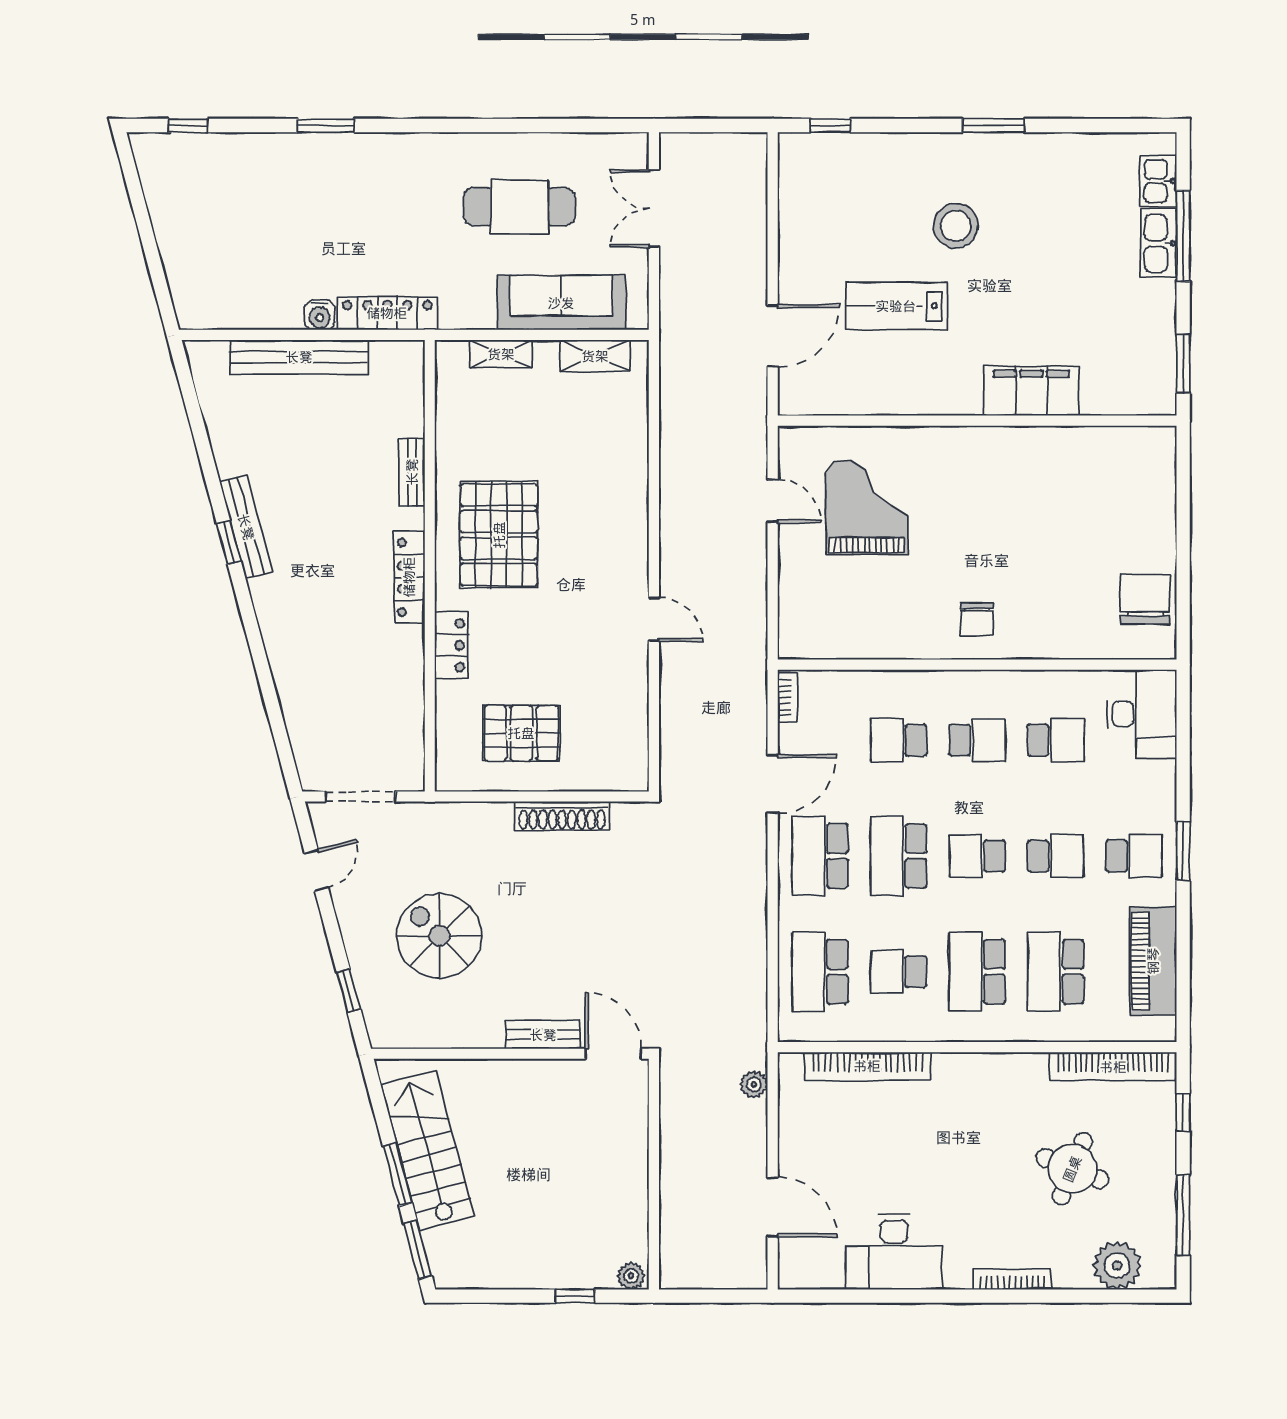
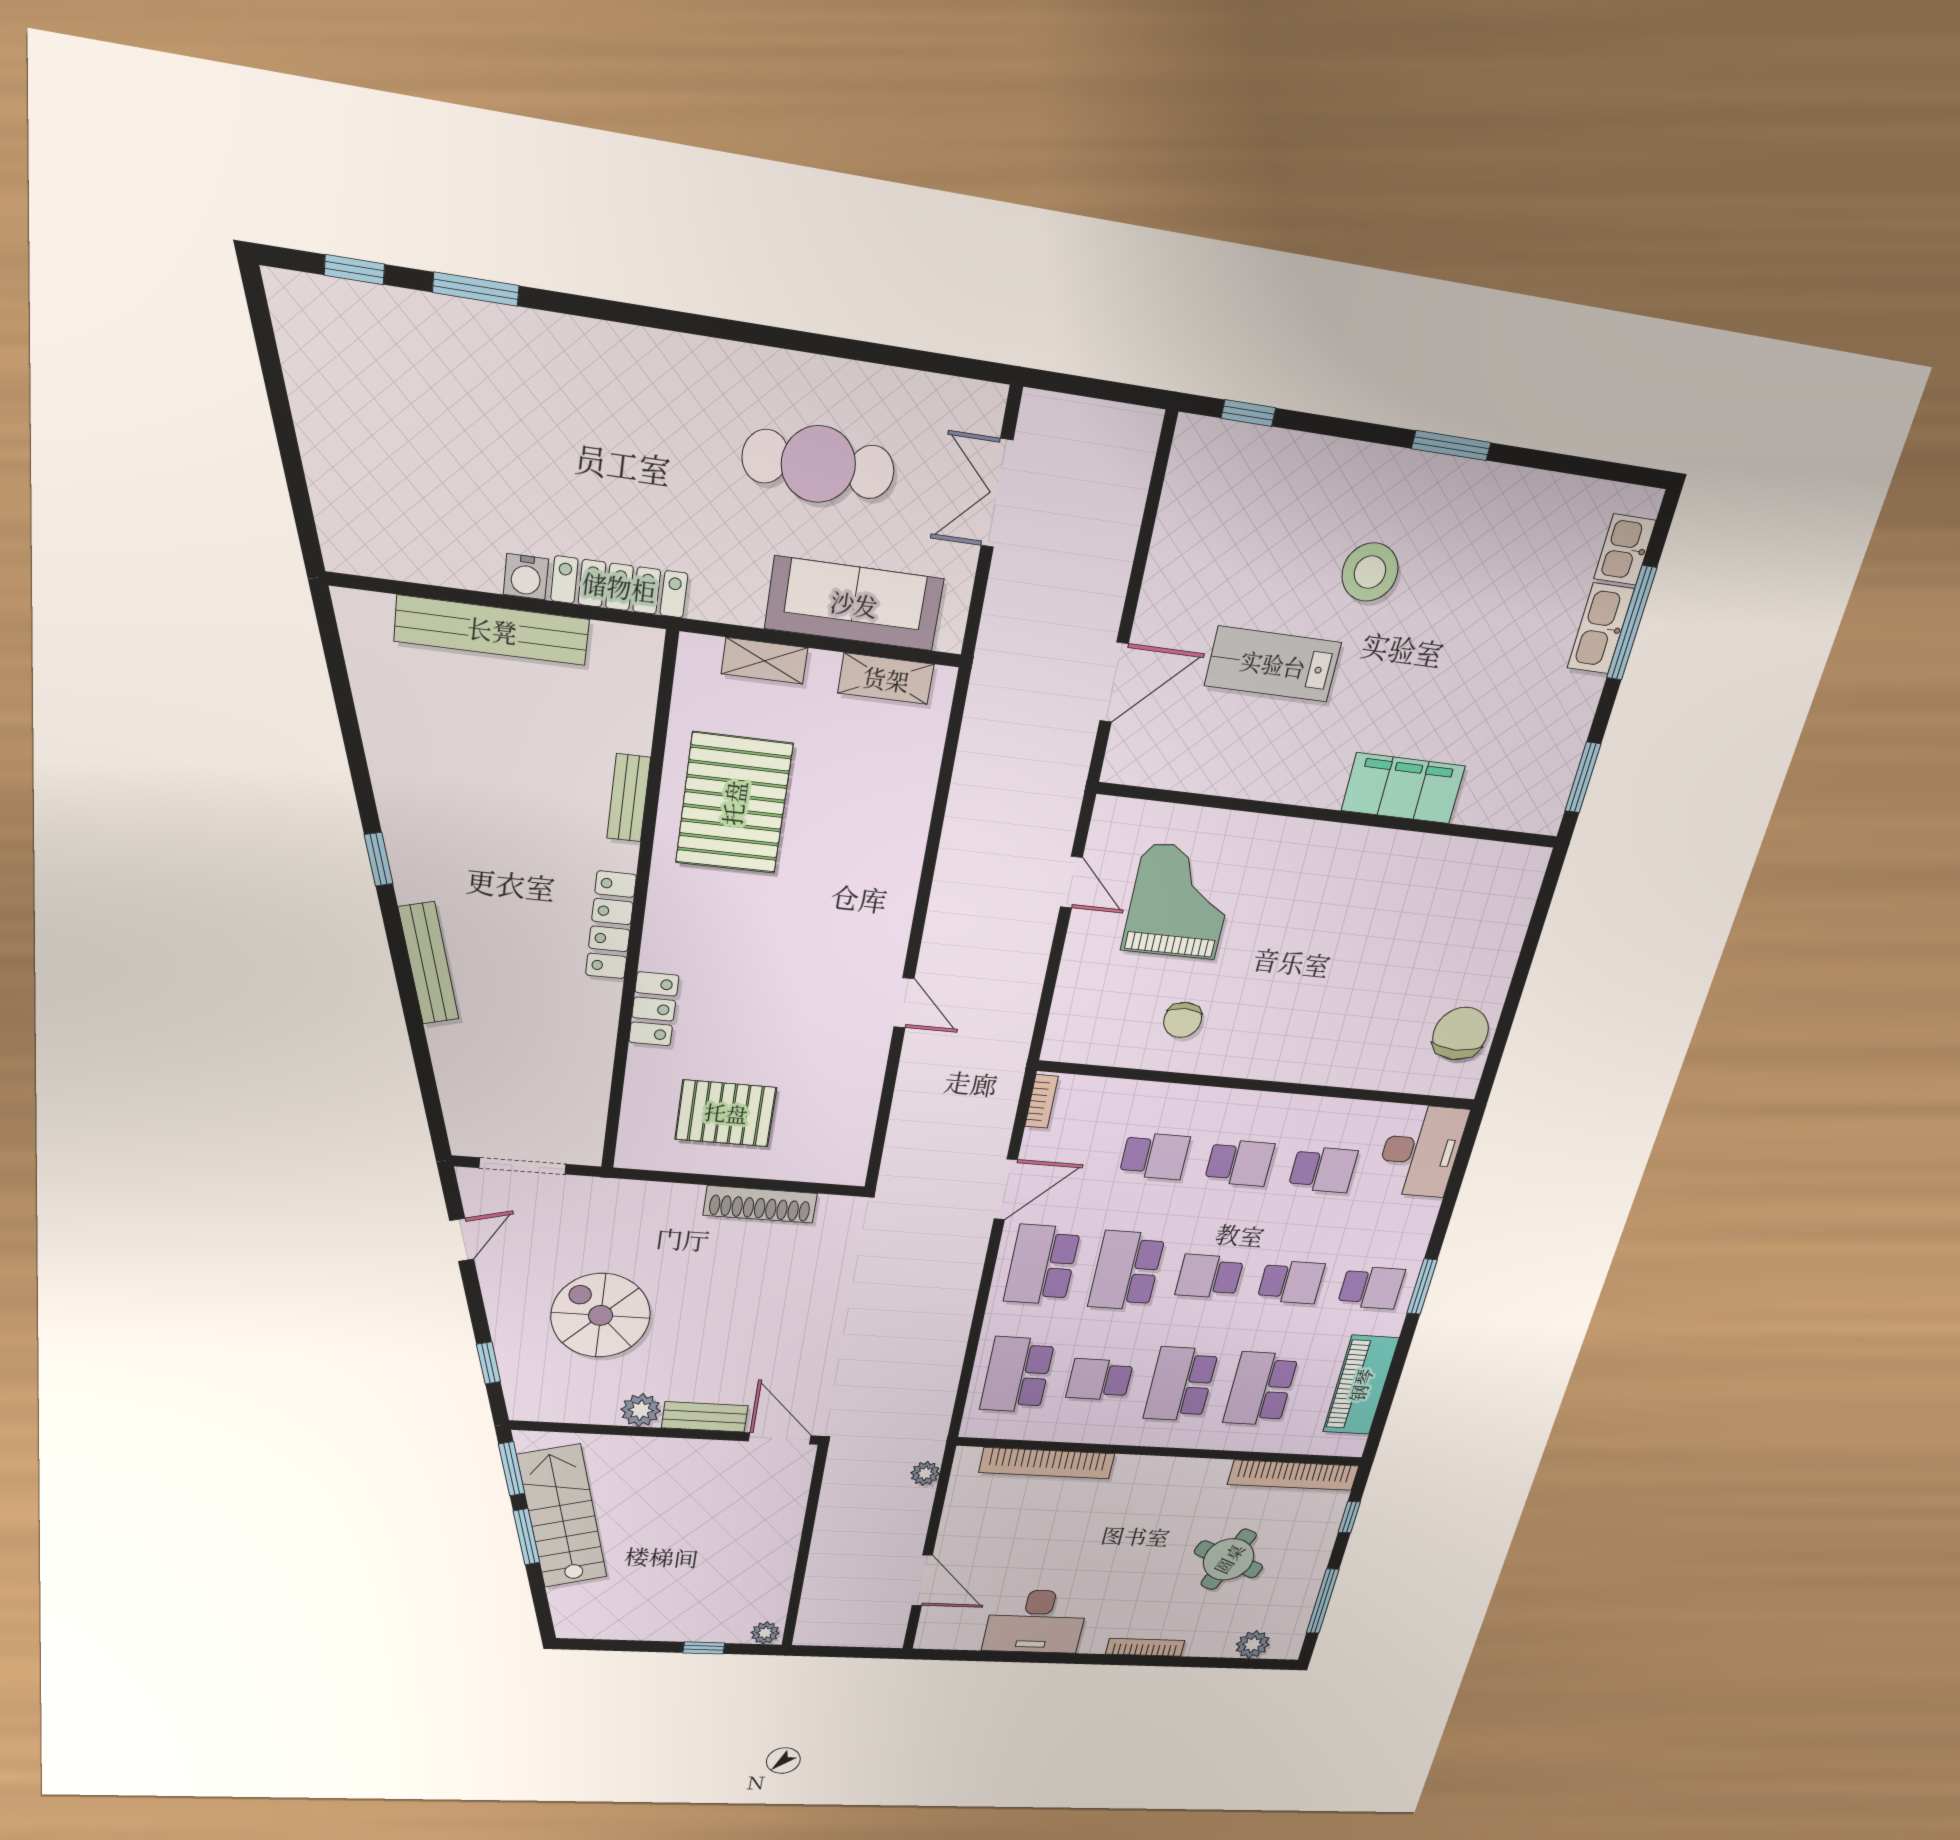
window: (326, 126) -> (476, 289), moved
bench: (246, 527) -> (429, 963), moved
pallet: (499, 535) -> (734, 803), moved
chair: (977, 619) -> (1183, 1020), moved
school desk: (899, 740) -> (1155, 1156), turned 180
plant: (485, 1031) -> (641, 1410), added
window: (418, 1250) -> (512, 1469), moved
plant: (1117, 1265) -> (1253, 1644), width x0.73, depth x0.73

